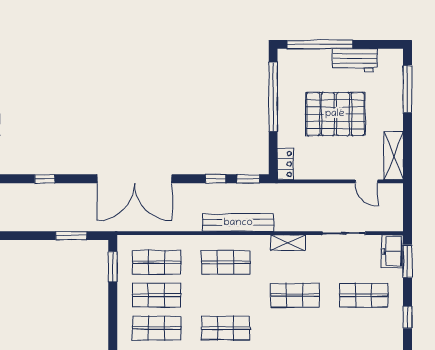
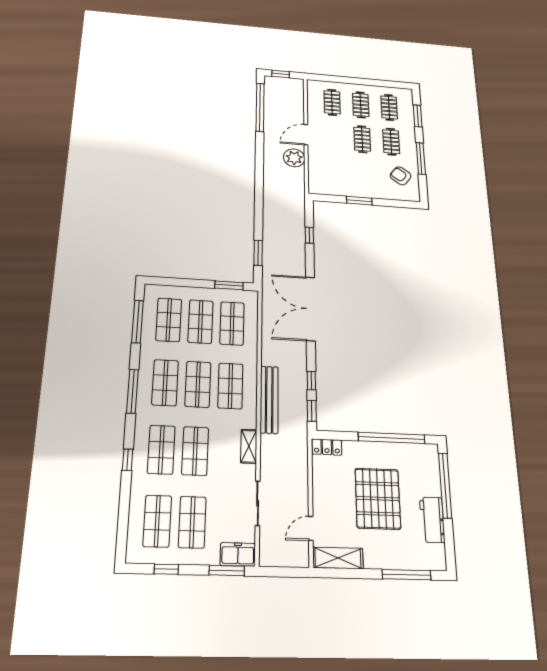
shop shelf: (226, 295) -> (198, 384), added
shop shelf: (295, 328) -> (161, 450), added
shop shelf: (364, 328) -> (157, 521), added

